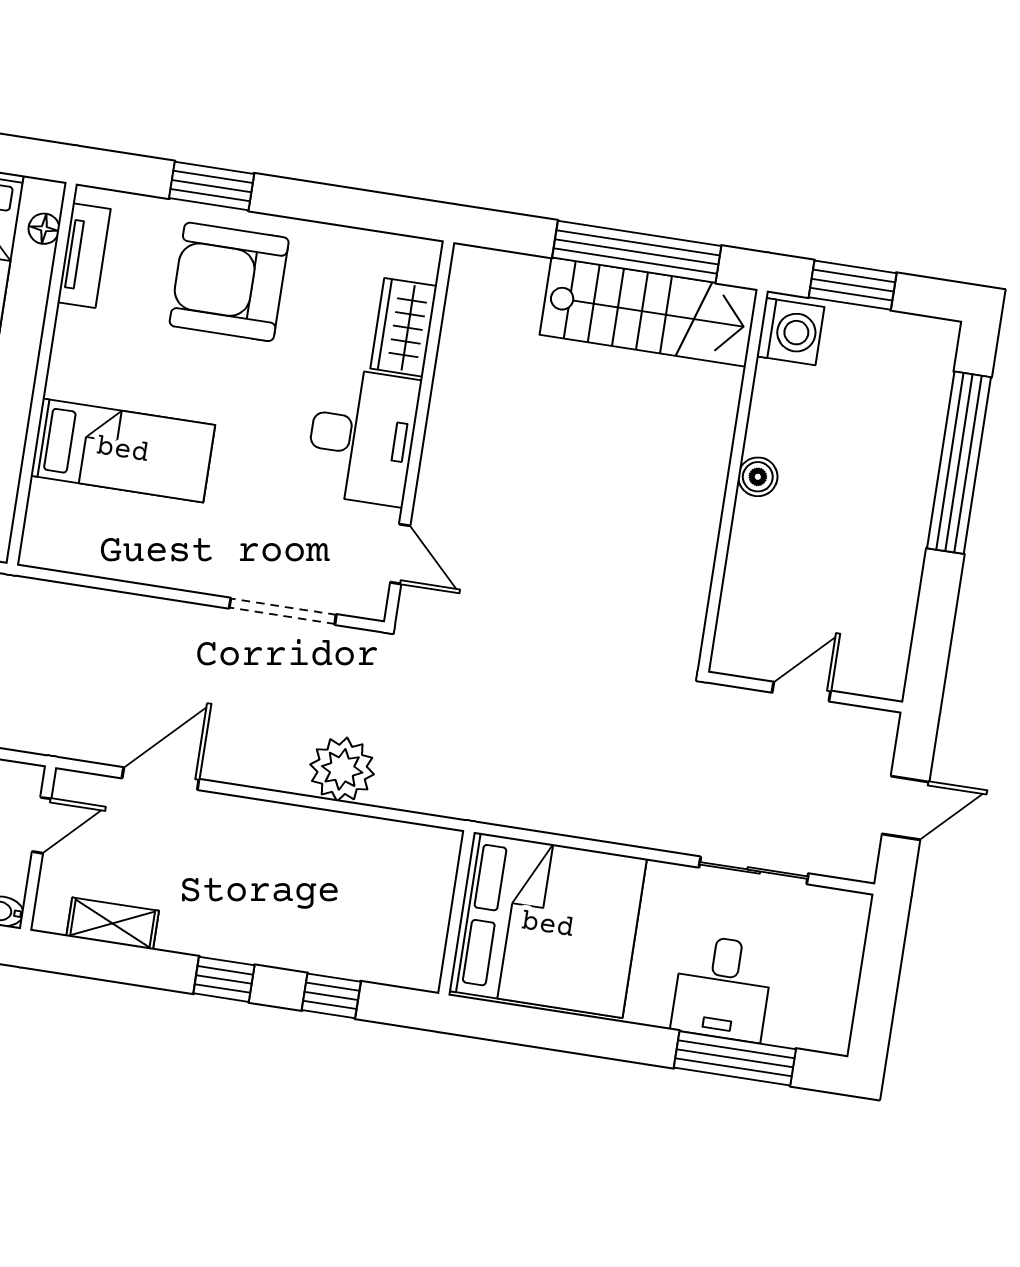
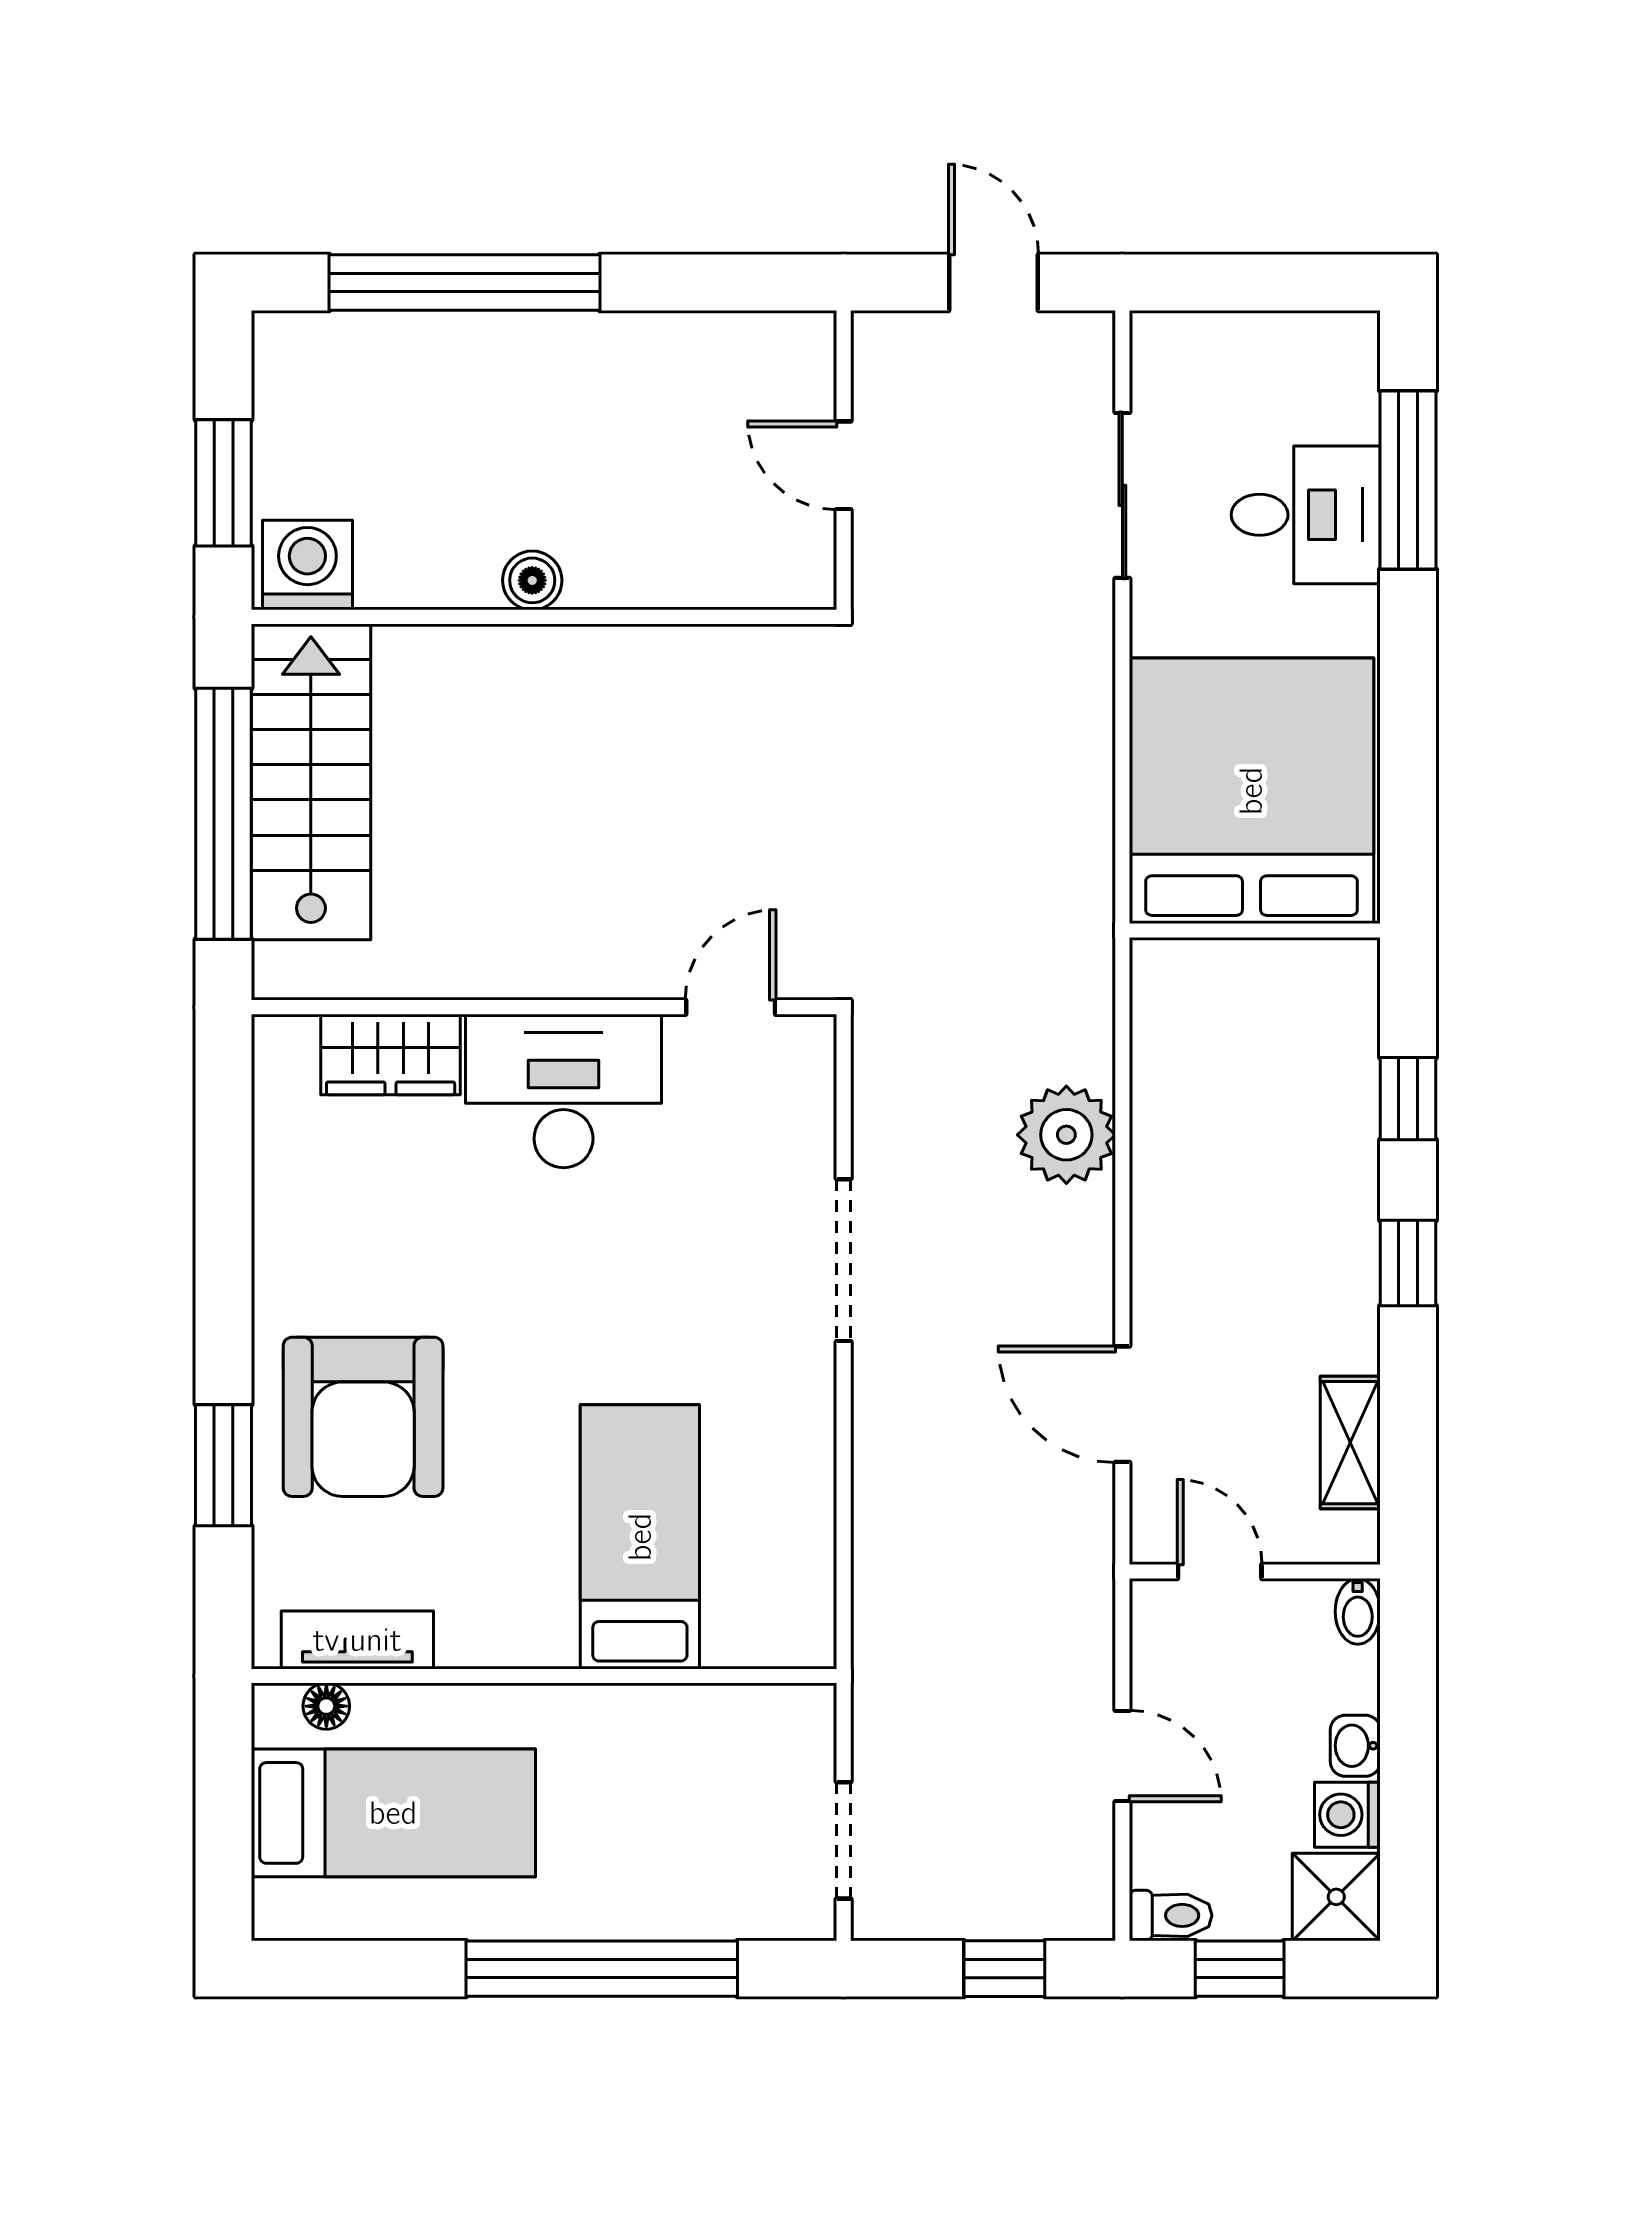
wardrobe: (404, 327) -> (391, 1054), moved
wall: (419, 432) -> (544, 1007), moved
desk: (362, 436) -> (564, 1091), moved
door: (400, 554) -> (731, 1007), moved

